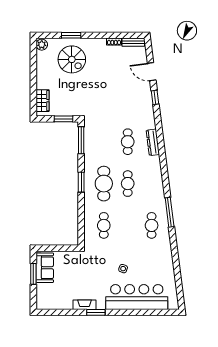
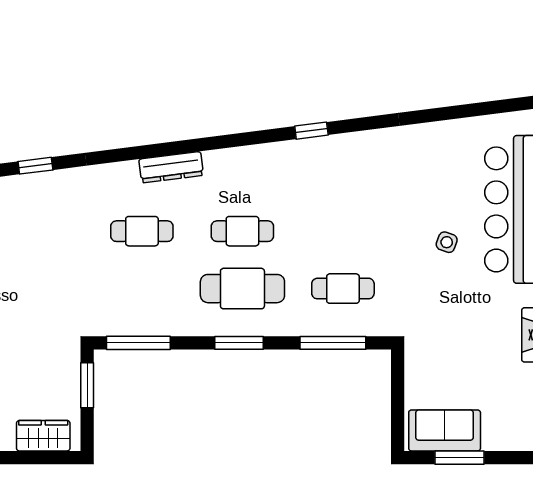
dresser: (153, 142) -> (171, 167), moved
window: (170, 212) -> (311, 131), width x0.46
window: (81, 221) -> (333, 343), added
cafe table: (152, 225) -> (343, 174), removed

